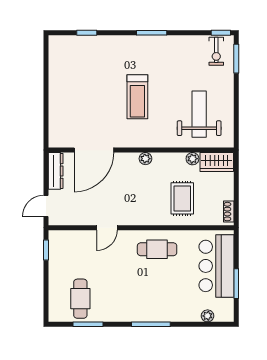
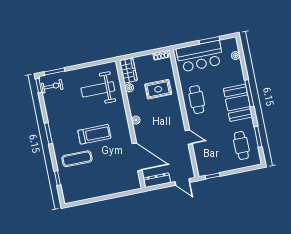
exercise mat: (108, 65) -> (77, 159), added
cafe table: (80, 299) -> (241, 145), turned 90
booth: (141, 306) -> (238, 103), added

